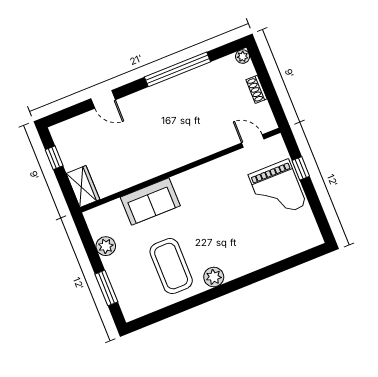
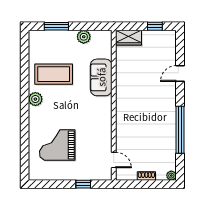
door: (253, 141) -> (114, 160), hinge flipped
grand piano: (277, 190) -> (57, 145), moved

